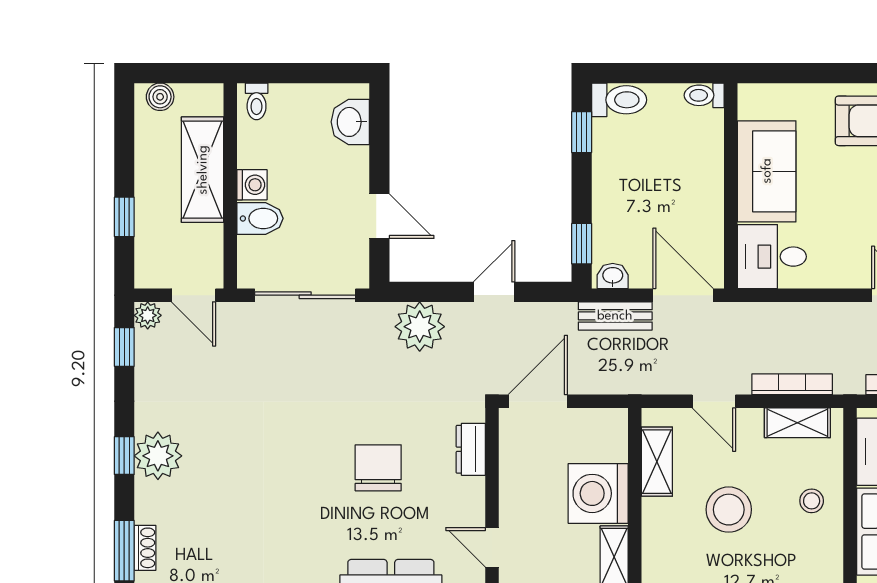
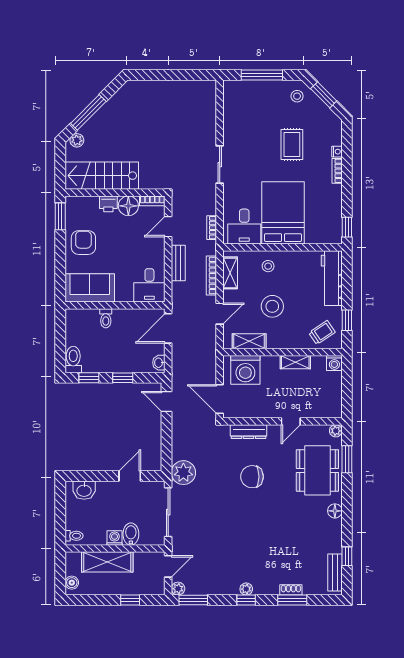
toilet: (704, 95) -> (106, 318), moved
sofa: (767, 171) -> (90, 288), moved
window: (582, 244) -> (123, 378), moved
door: (494, 292) -> (167, 401), moved
bench: (615, 316) -> (178, 263), moved
plant: (420, 327) -> (183, 473), moved
window: (124, 347) -> (193, 600), width x1.50
dresser: (471, 449) -> (249, 432), width x1.44
plant: (158, 456) -> (246, 589), width x0.53, depth x0.53
washing machine: (598, 493) -> (245, 370), moved

